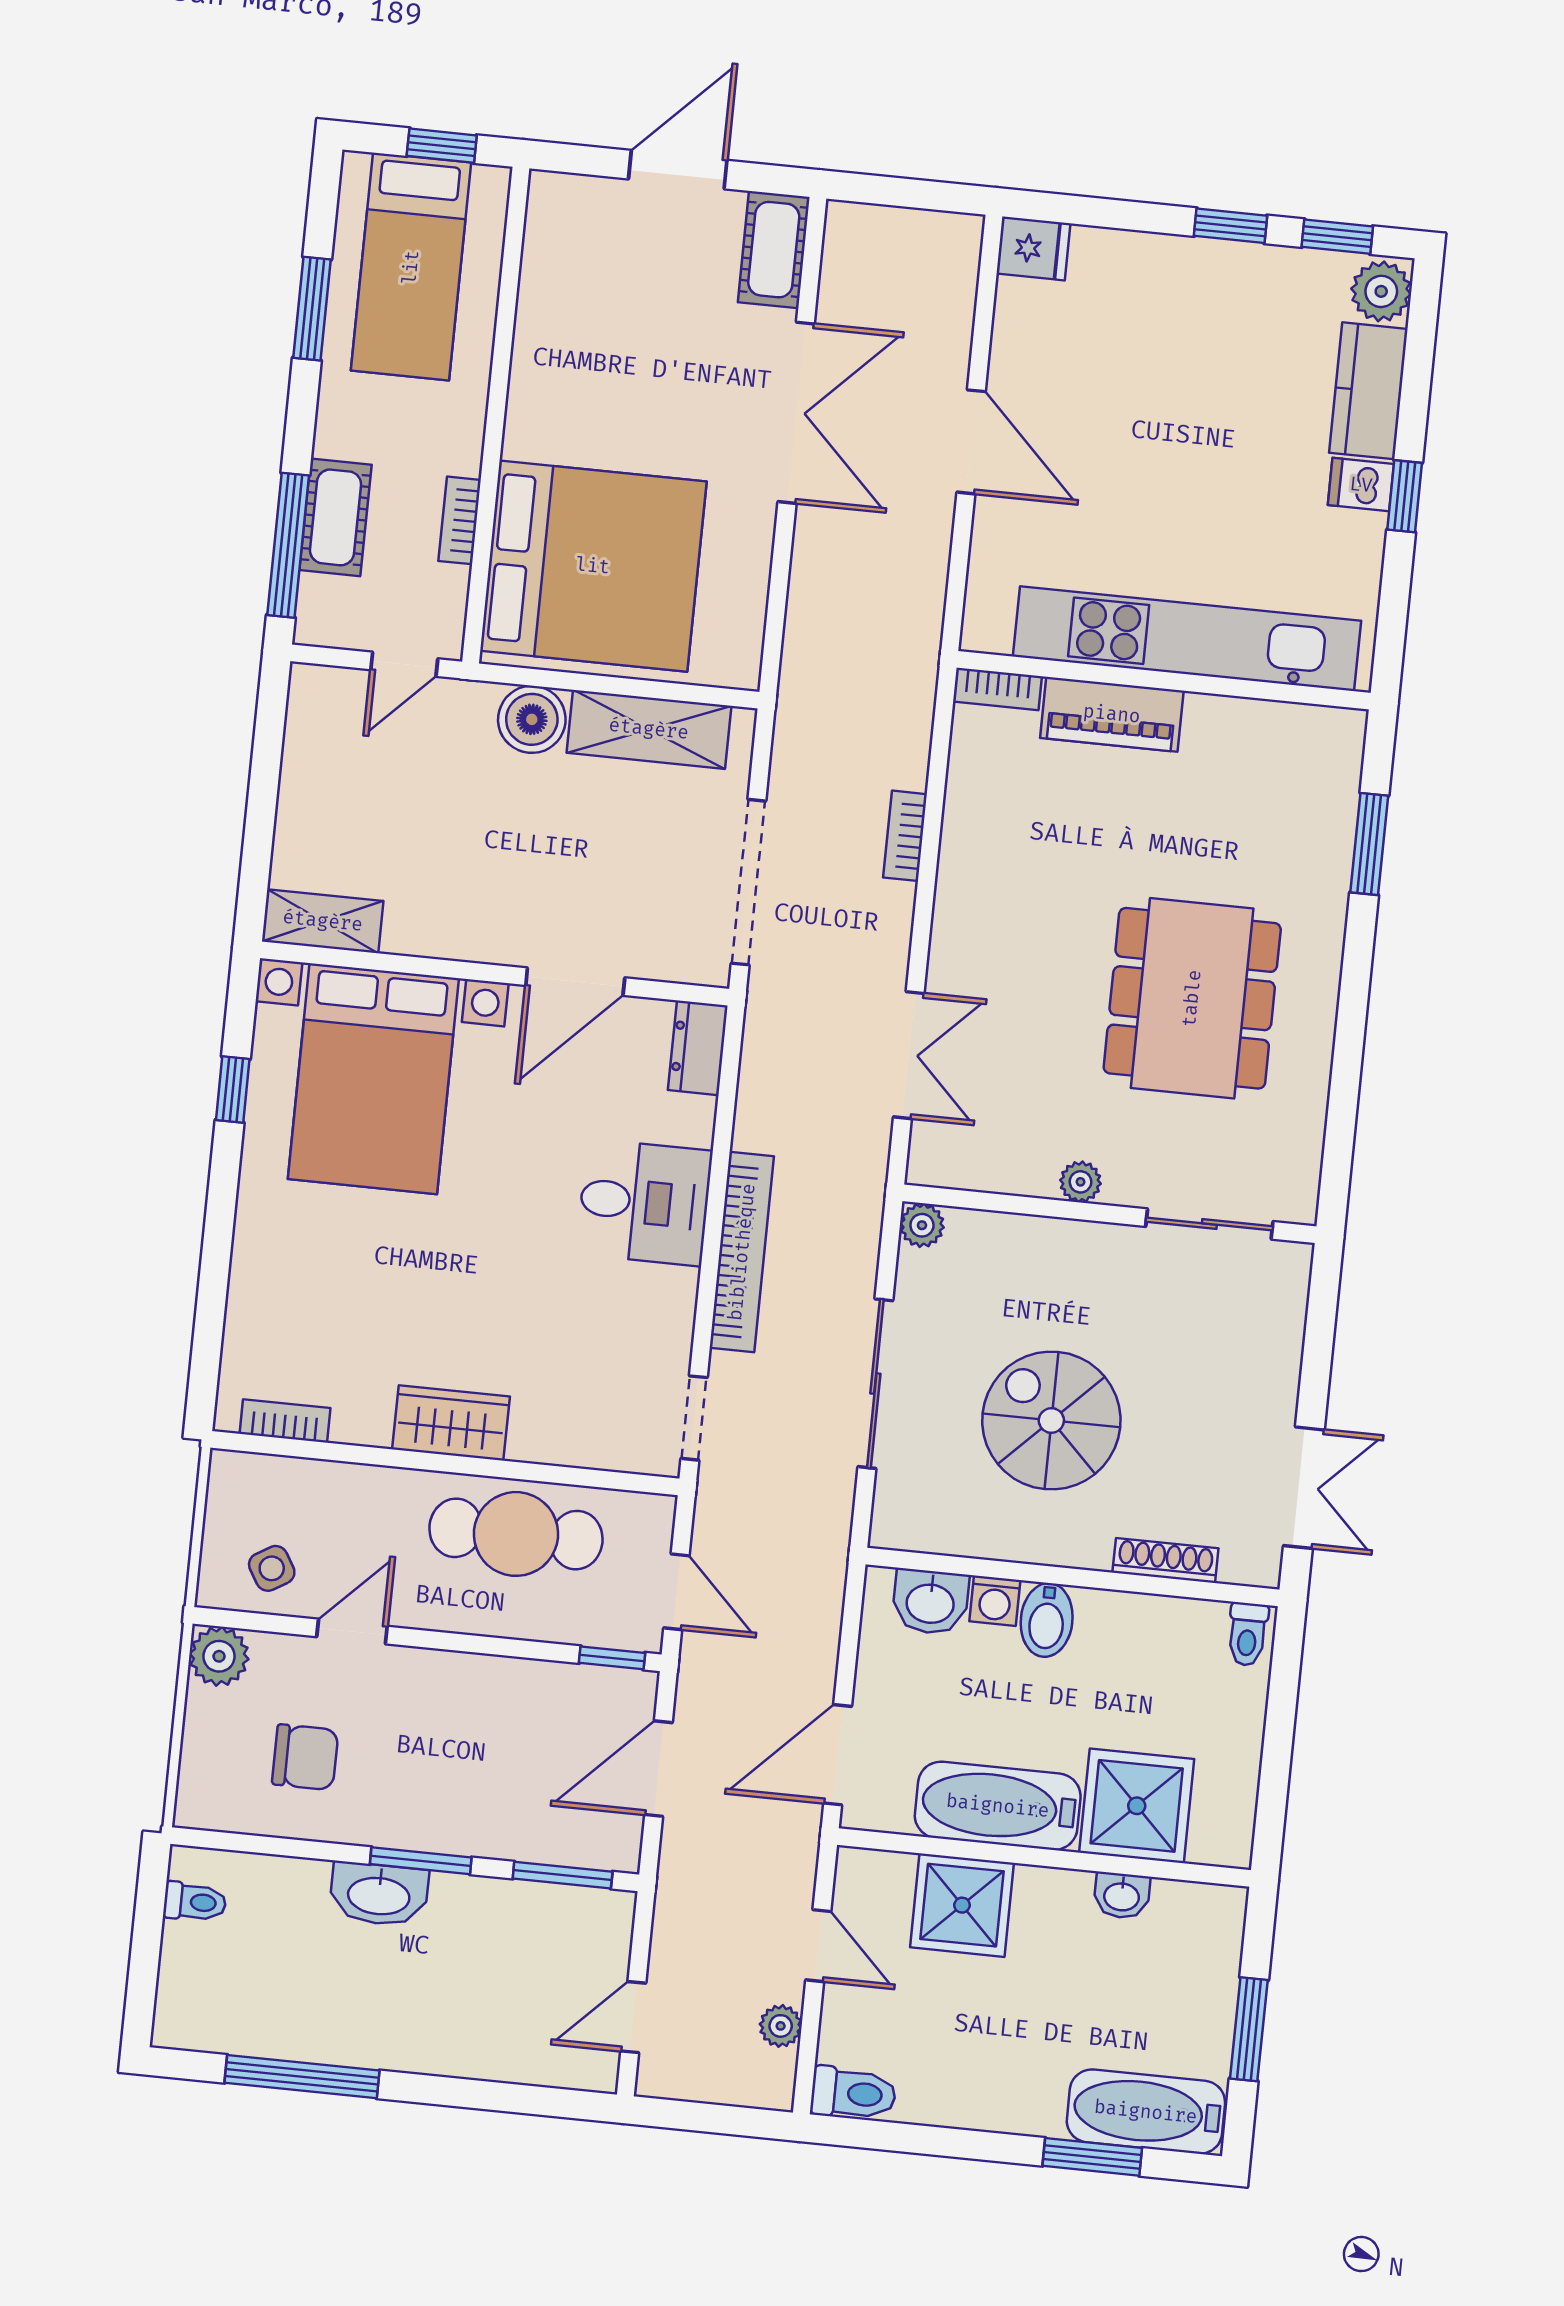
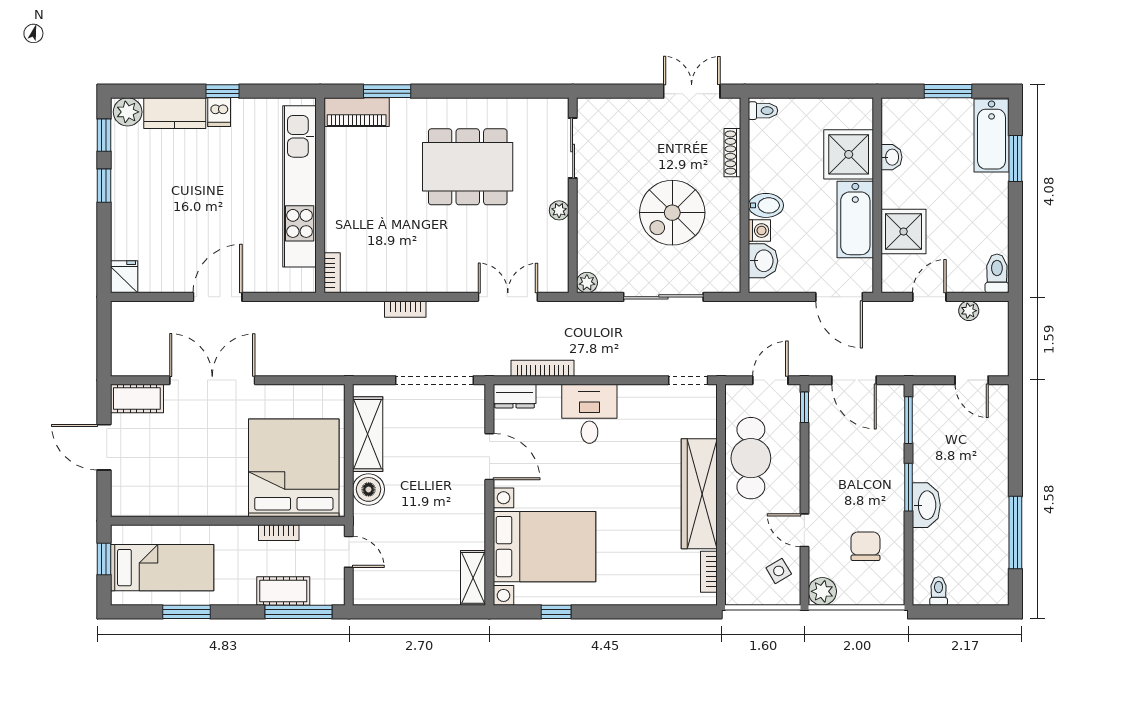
piano: (1112, 714) -> (357, 112), moved, turned 90
bookcase: (742, 1252) -> (543, 368), moved, width x0.68, depth x0.76
wardrobe: (451, 1423) -> (699, 494), width x2.10, depth x1.17

